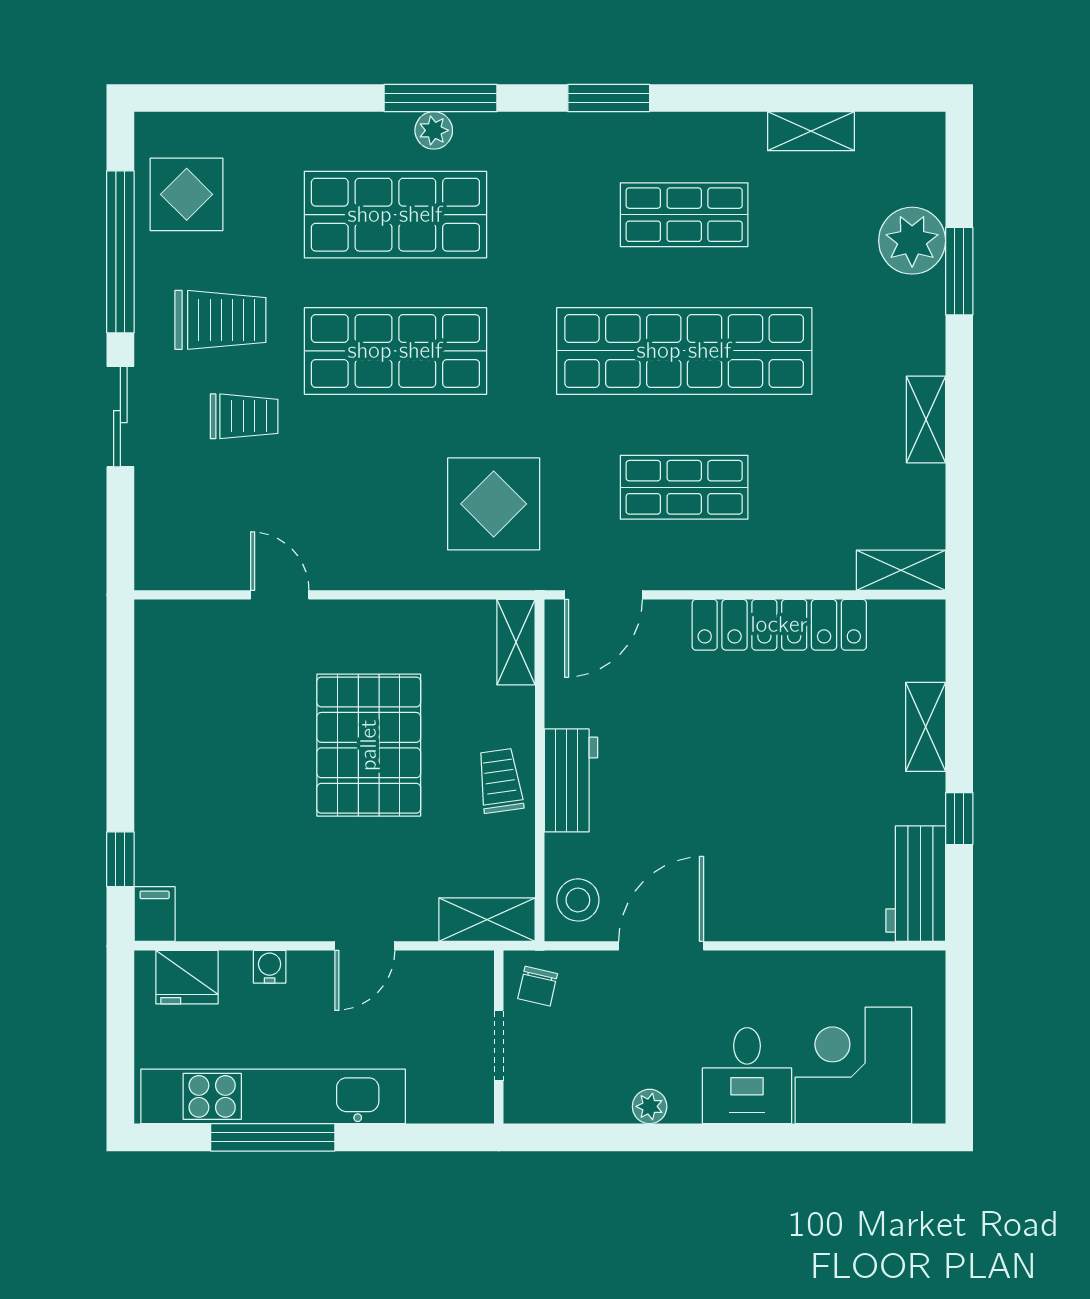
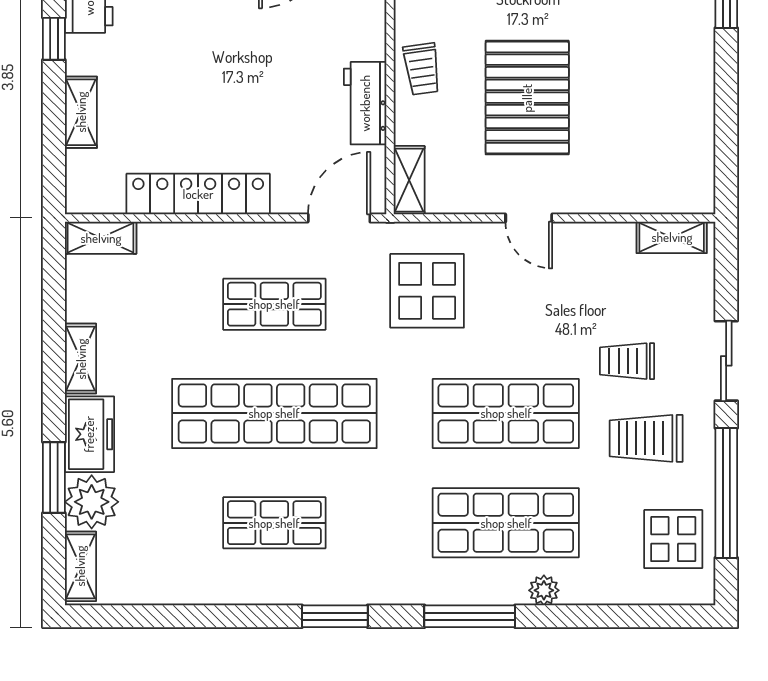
plant: (434, 130) -> (544, 590), moved
shelving: (811, 131) -> (80, 566), moved, turned 90
freezer: (915, 325) -> (89, 434), added
shelving: (189, 571) -> (672, 237), added
door: (280, 595) -> (529, 218), moved
workbench: (571, 780) -> (365, 103), moved

